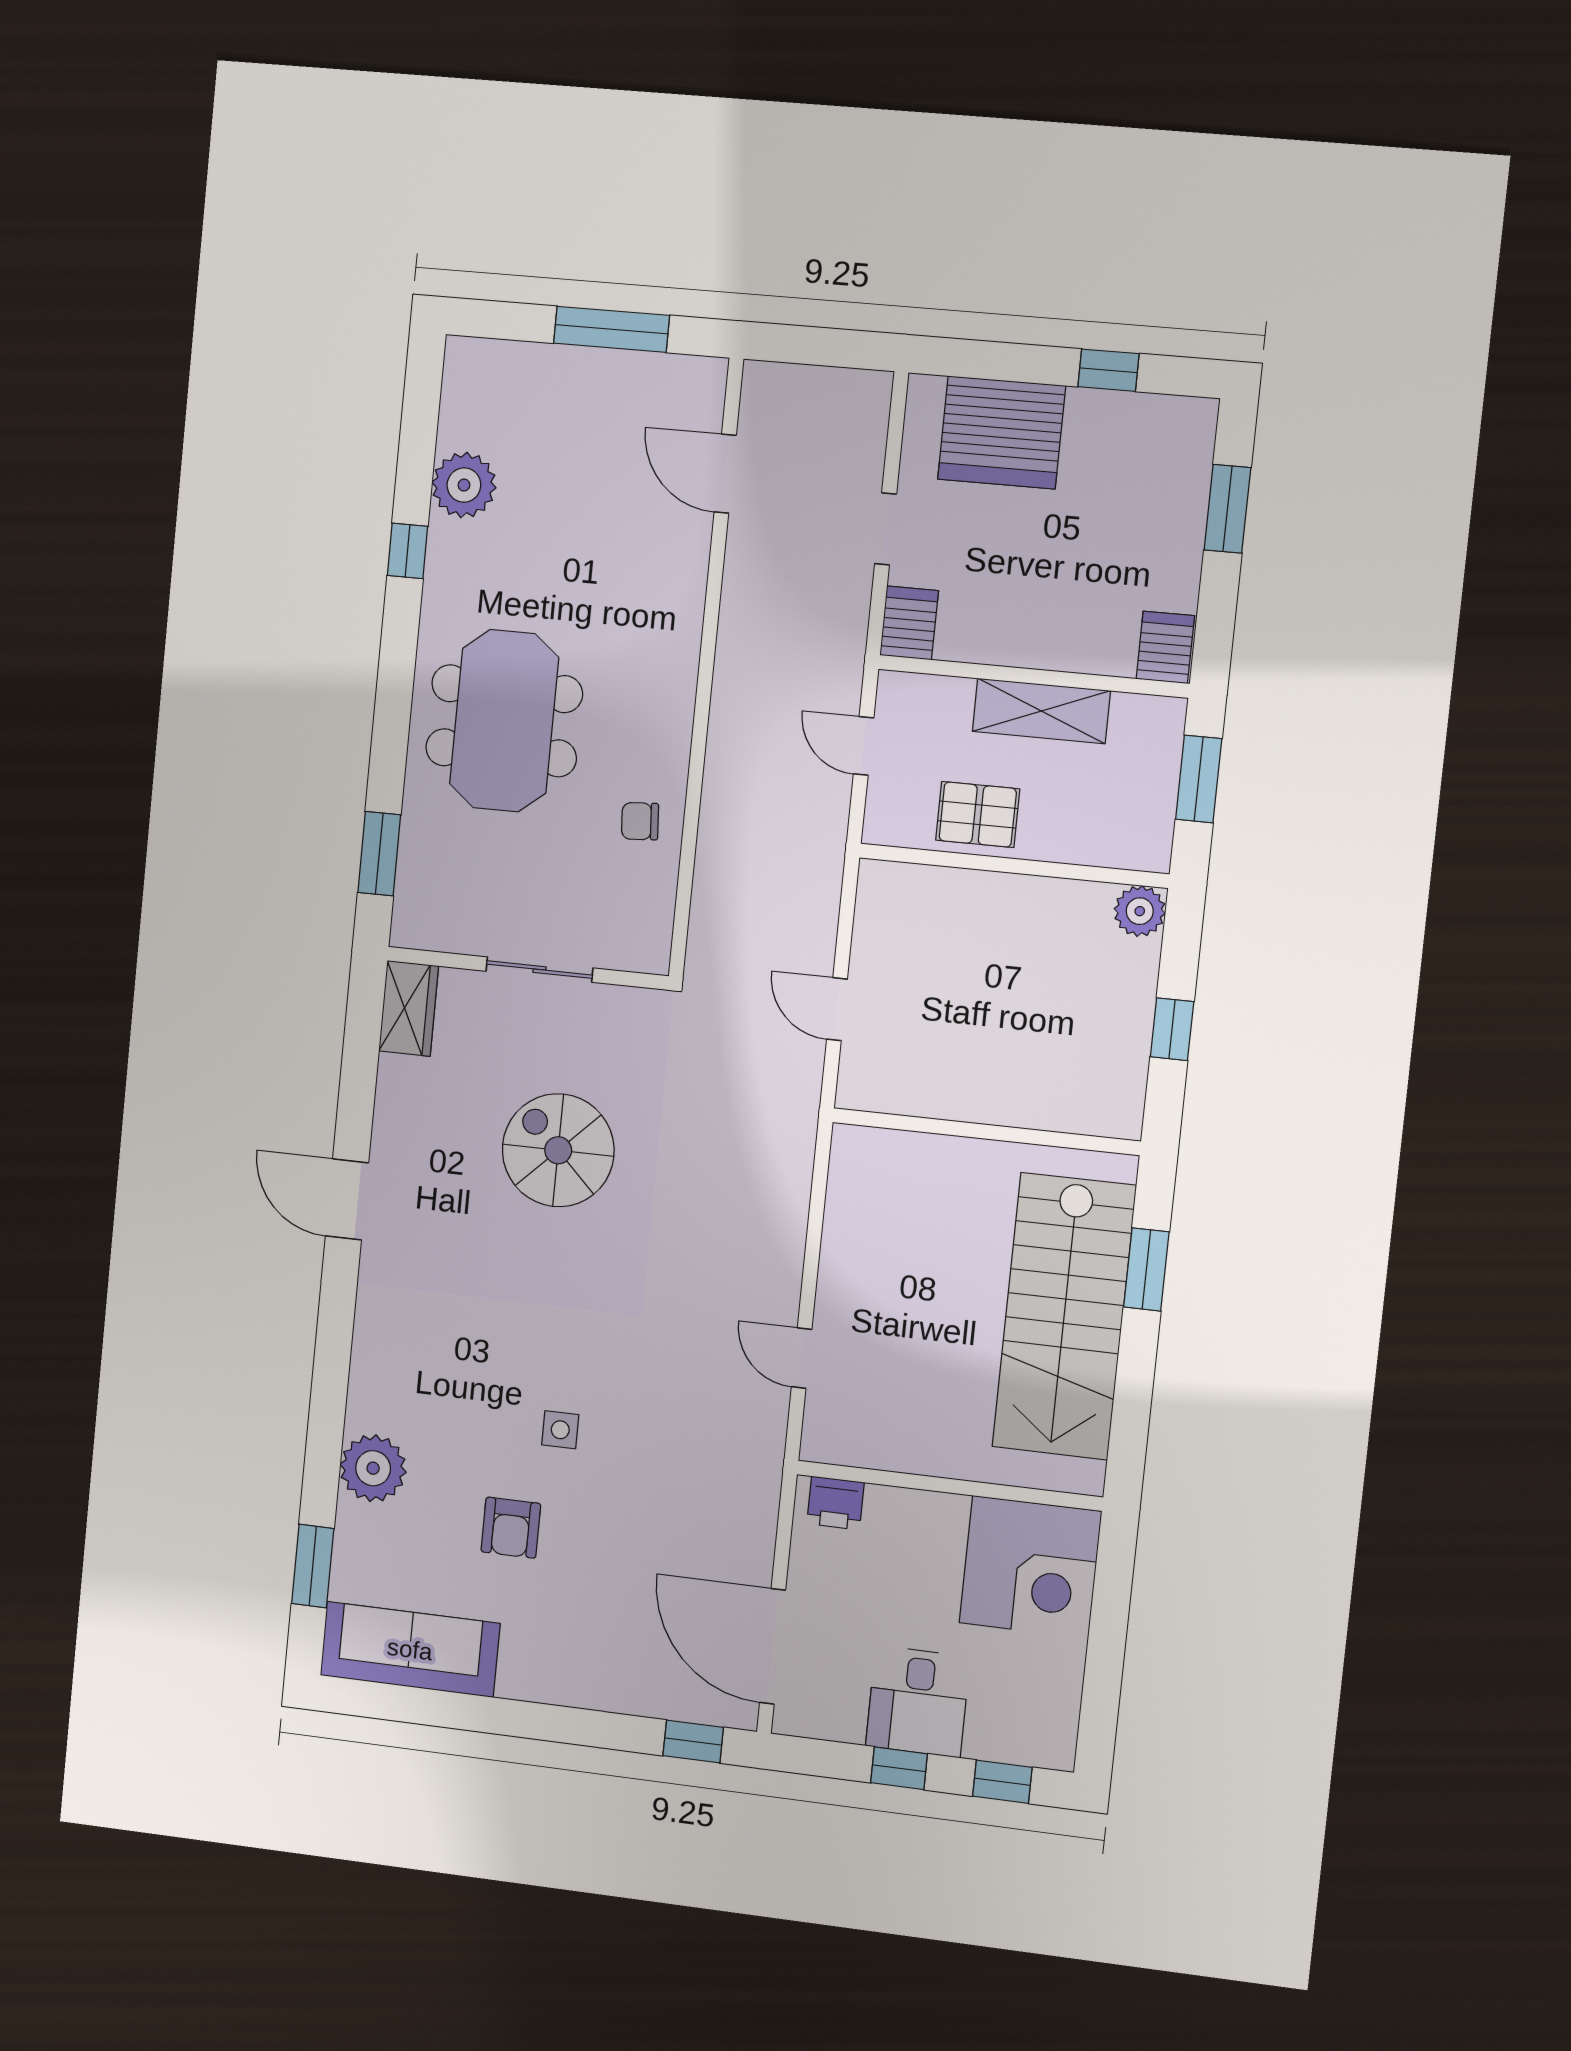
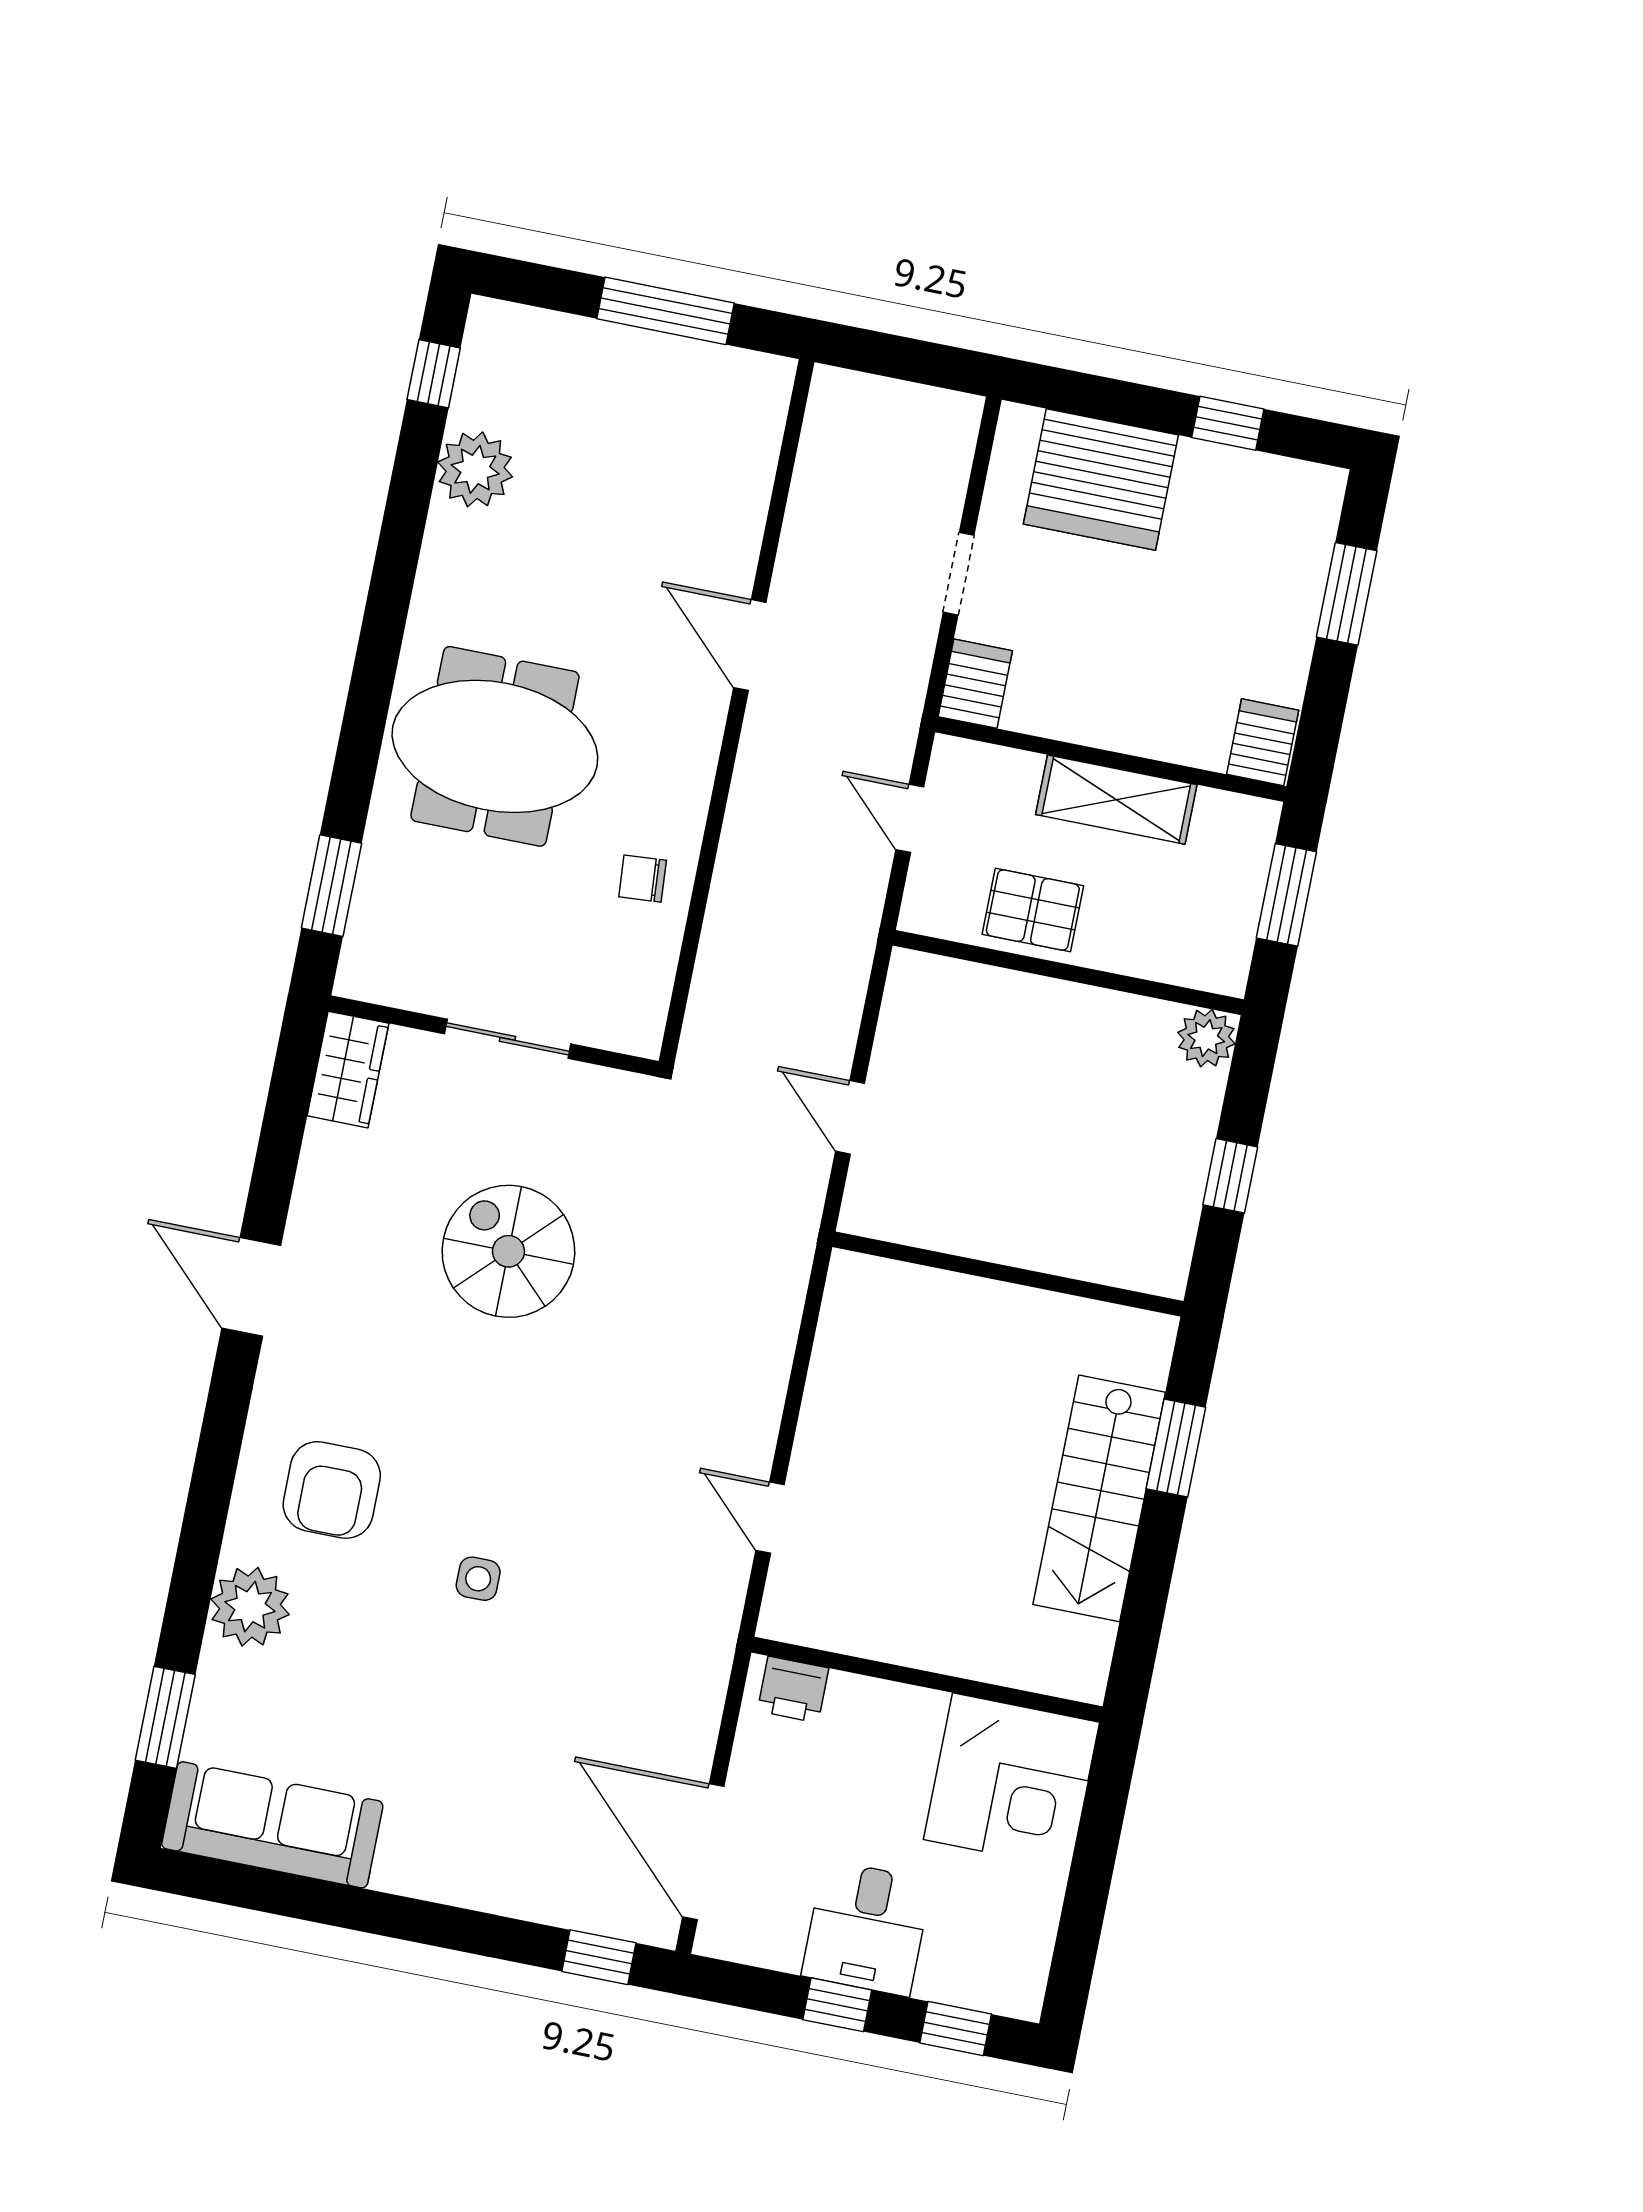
door: (725, 474) -> (750, 645), moved
window: (407, 551) -> (434, 374), moved
meeting table: (504, 721) -> (495, 746), turned 90
stairs: (1064, 1316) -> (1099, 1498), width x0.73, depth x0.66
armchair: (511, 1528) -> (332, 1490), moved, width x1.38, depth x1.38

